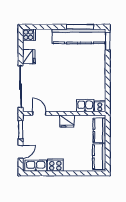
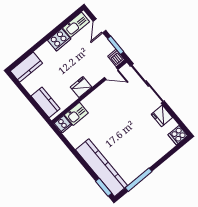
kitchen counter: (79, 36) -> (102, 168), moved, turned 90
dishwasher: (27, 121) -> (116, 58), added
kitchen counter: (99, 157) -> (26, 67), moved, turned 90

